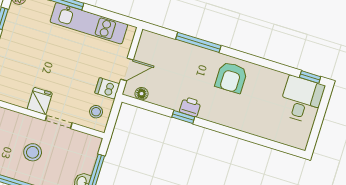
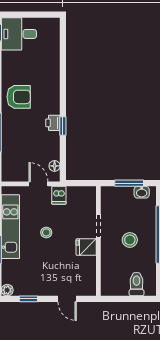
stool: (96, 112) -> (46, 232), moved

